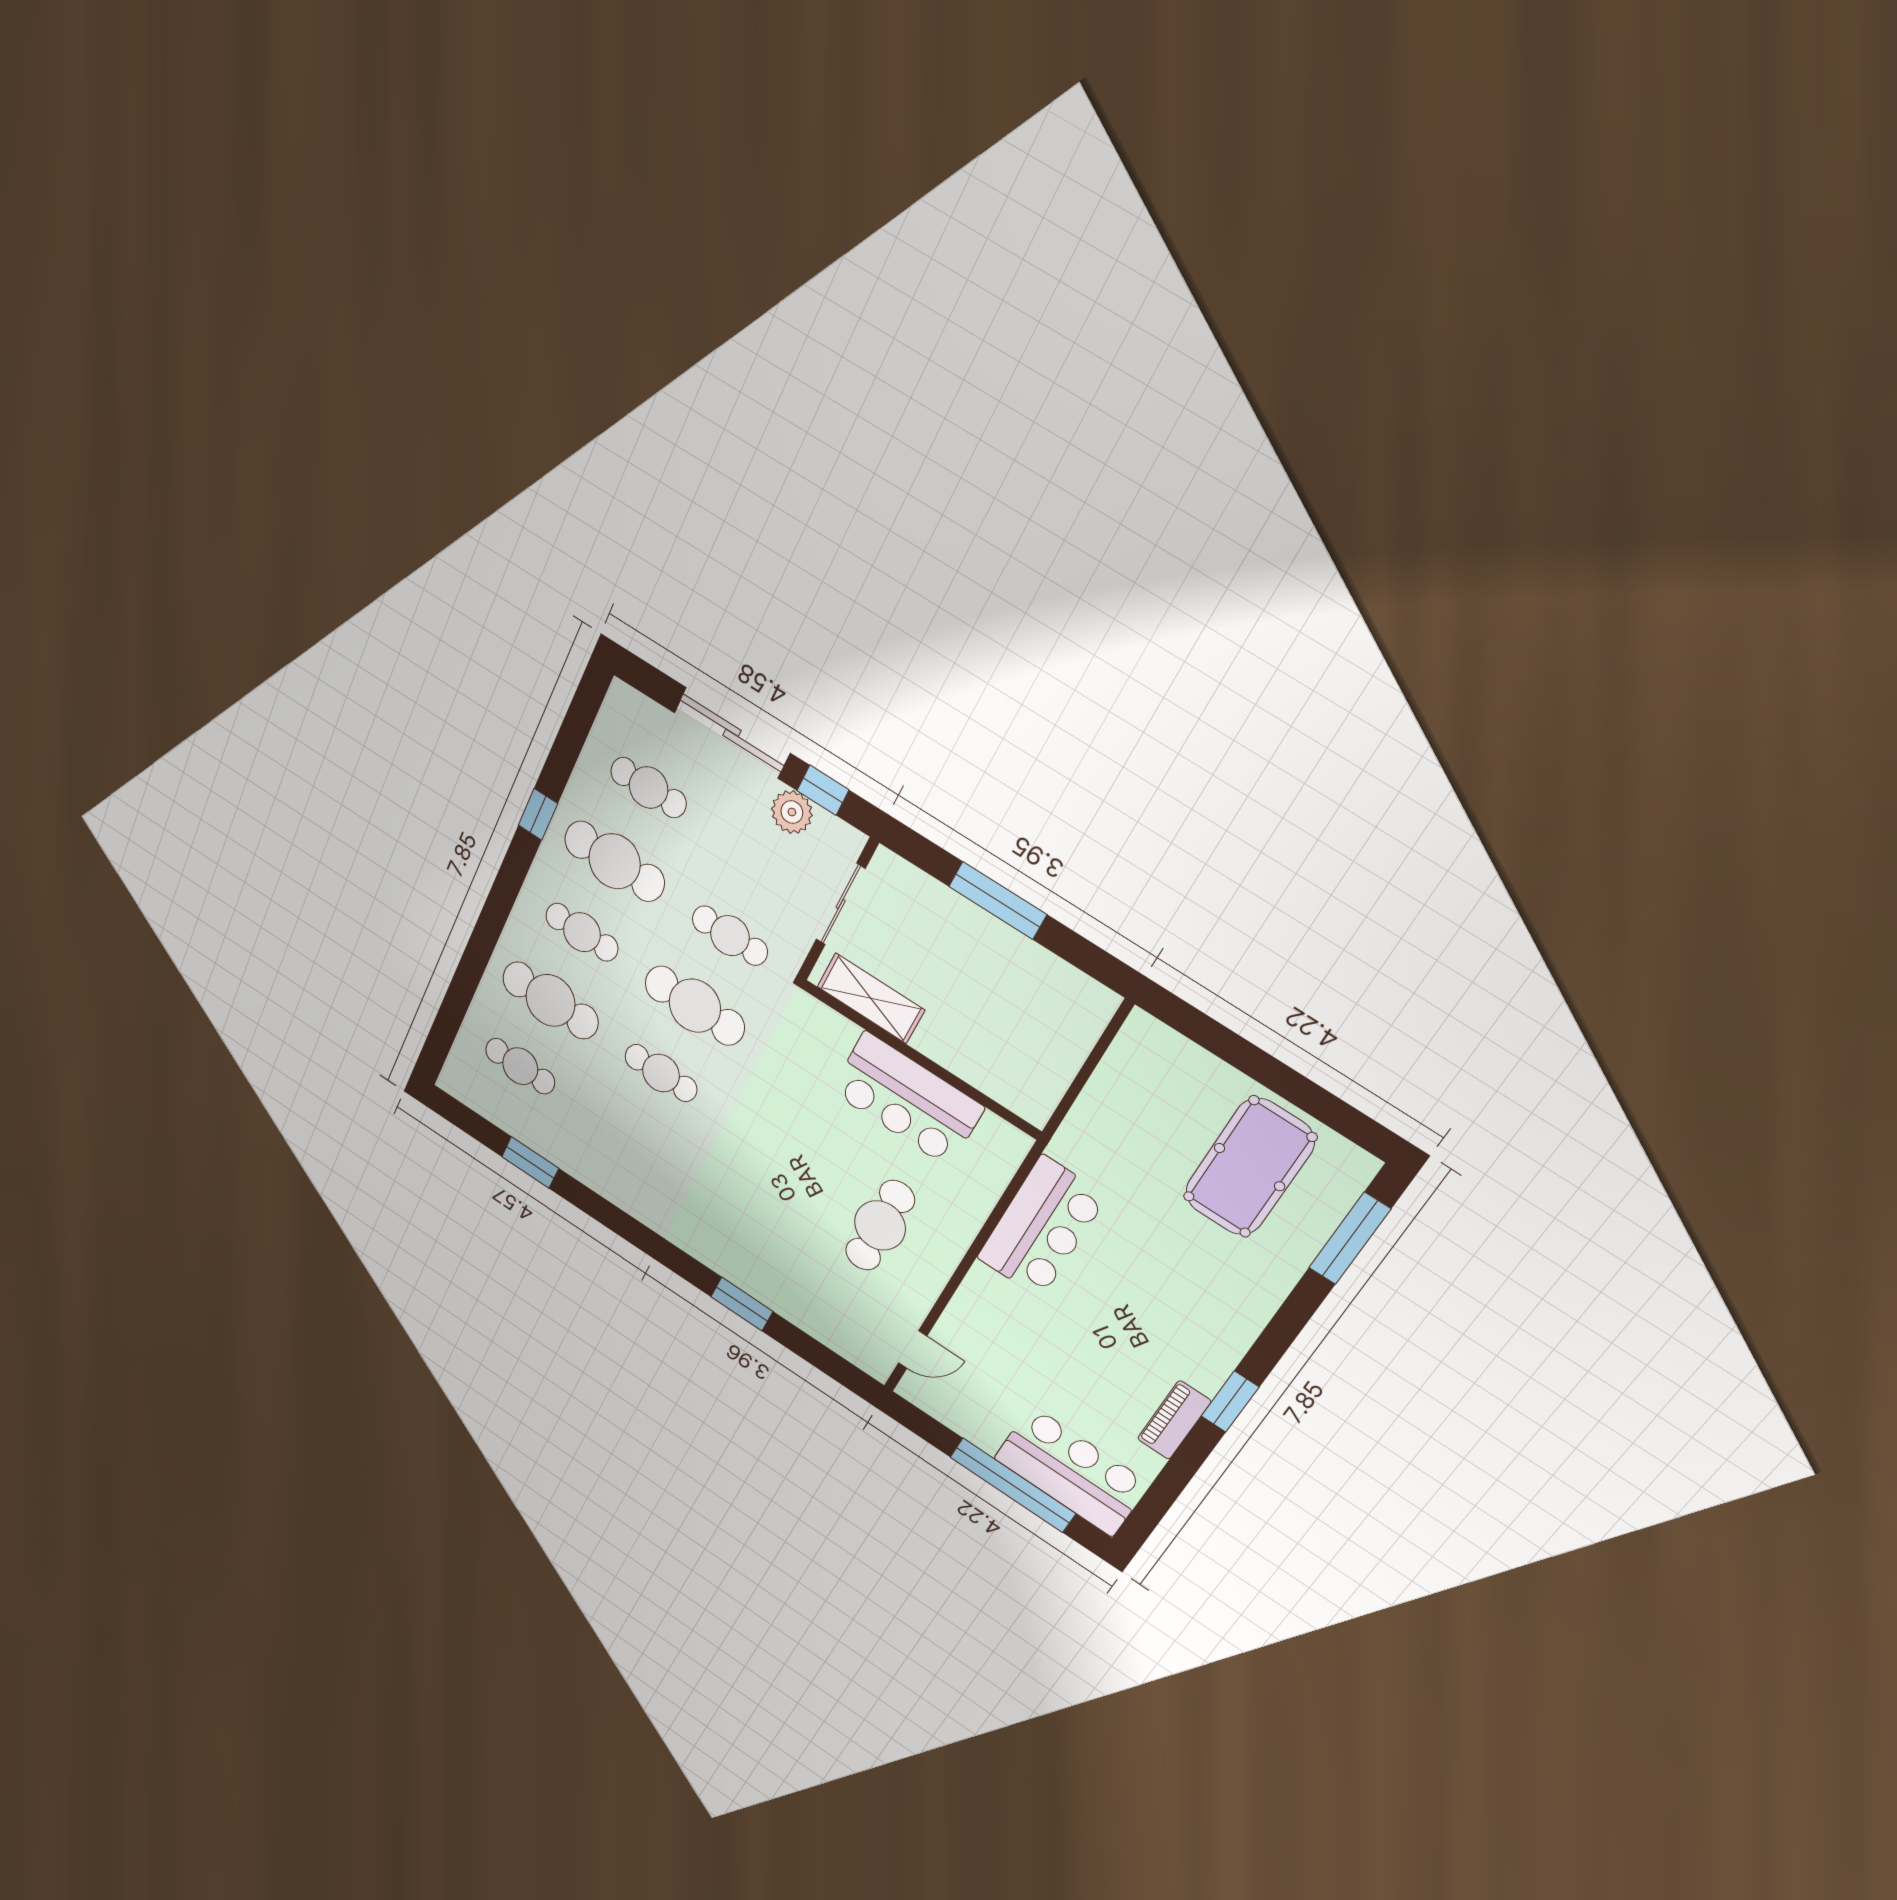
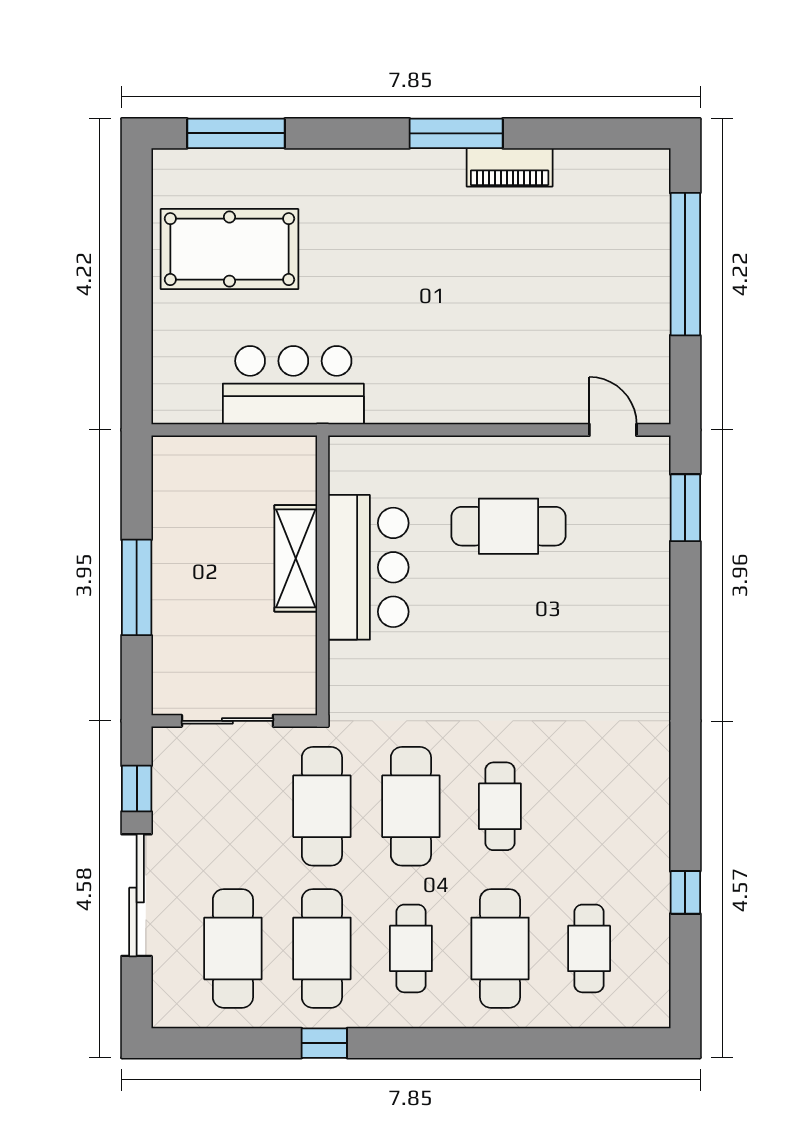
cafe table: (649, 788) -> (233, 948), width x1.37, depth x1.35
plant: (792, 812) -> (173, 806), removed
cafe table: (730, 936) -> (322, 806), width x1.37, depth x1.35
shelving: (871, 998) -> (296, 558), moved
window: (530, 1162) -> (685, 892), width x0.67
bar counter: (1041, 1227) -> (293, 385), moved
window: (742, 1304) -> (685, 508), moved
window: (1230, 1402) -> (456, 133), width x1.44
bar counter: (1072, 1471) -> (629, 222), removed

